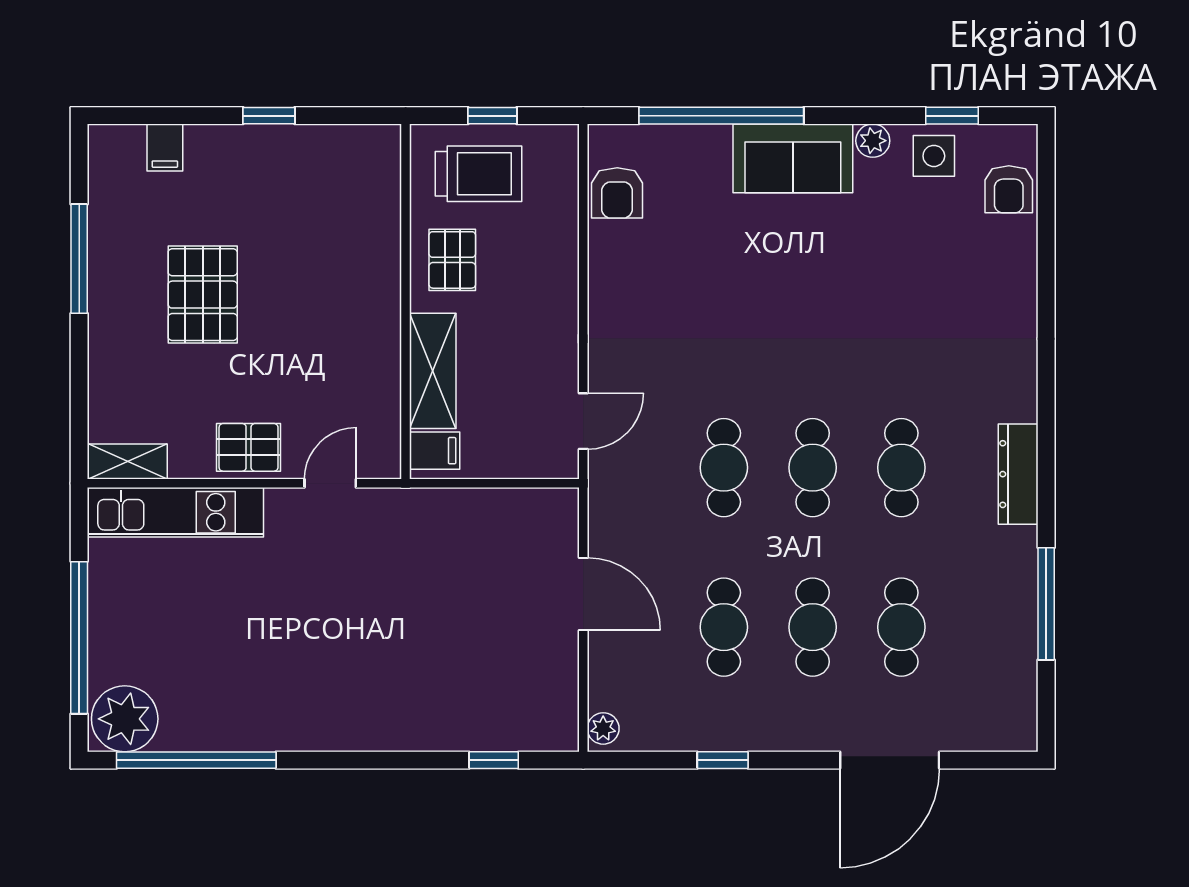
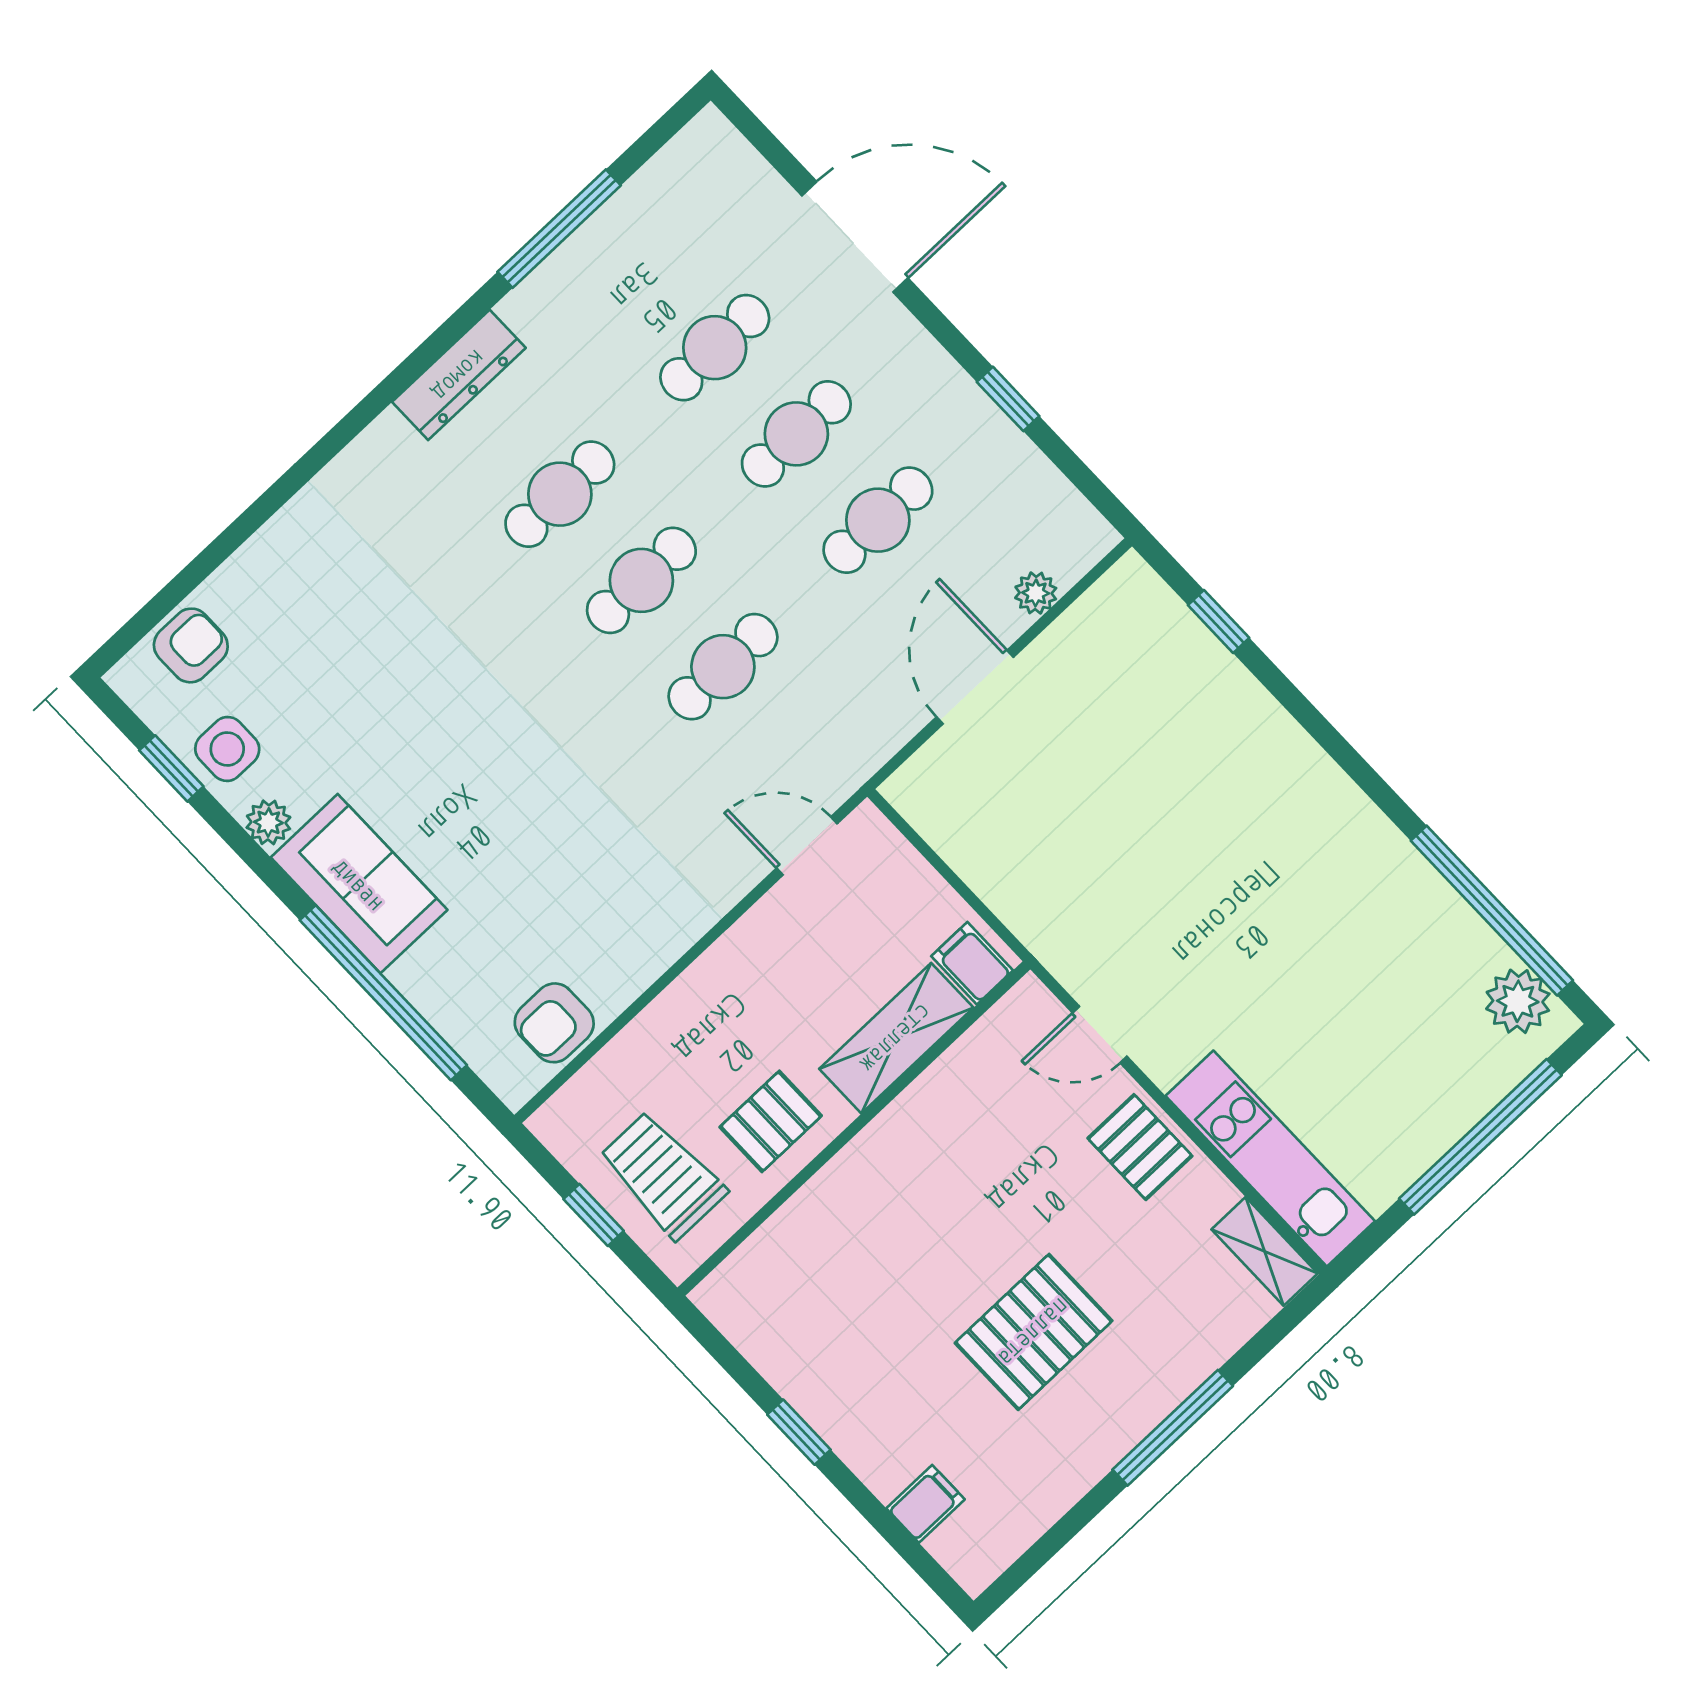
armchair: (617, 193) -> (554, 1023), turned 180
window: (79, 259) -> (1173, 1428), moved
plant: (125, 719) -> (1518, 1001), width x0.73, depth x0.73
plant: (603, 728) -> (1036, 593), moved

